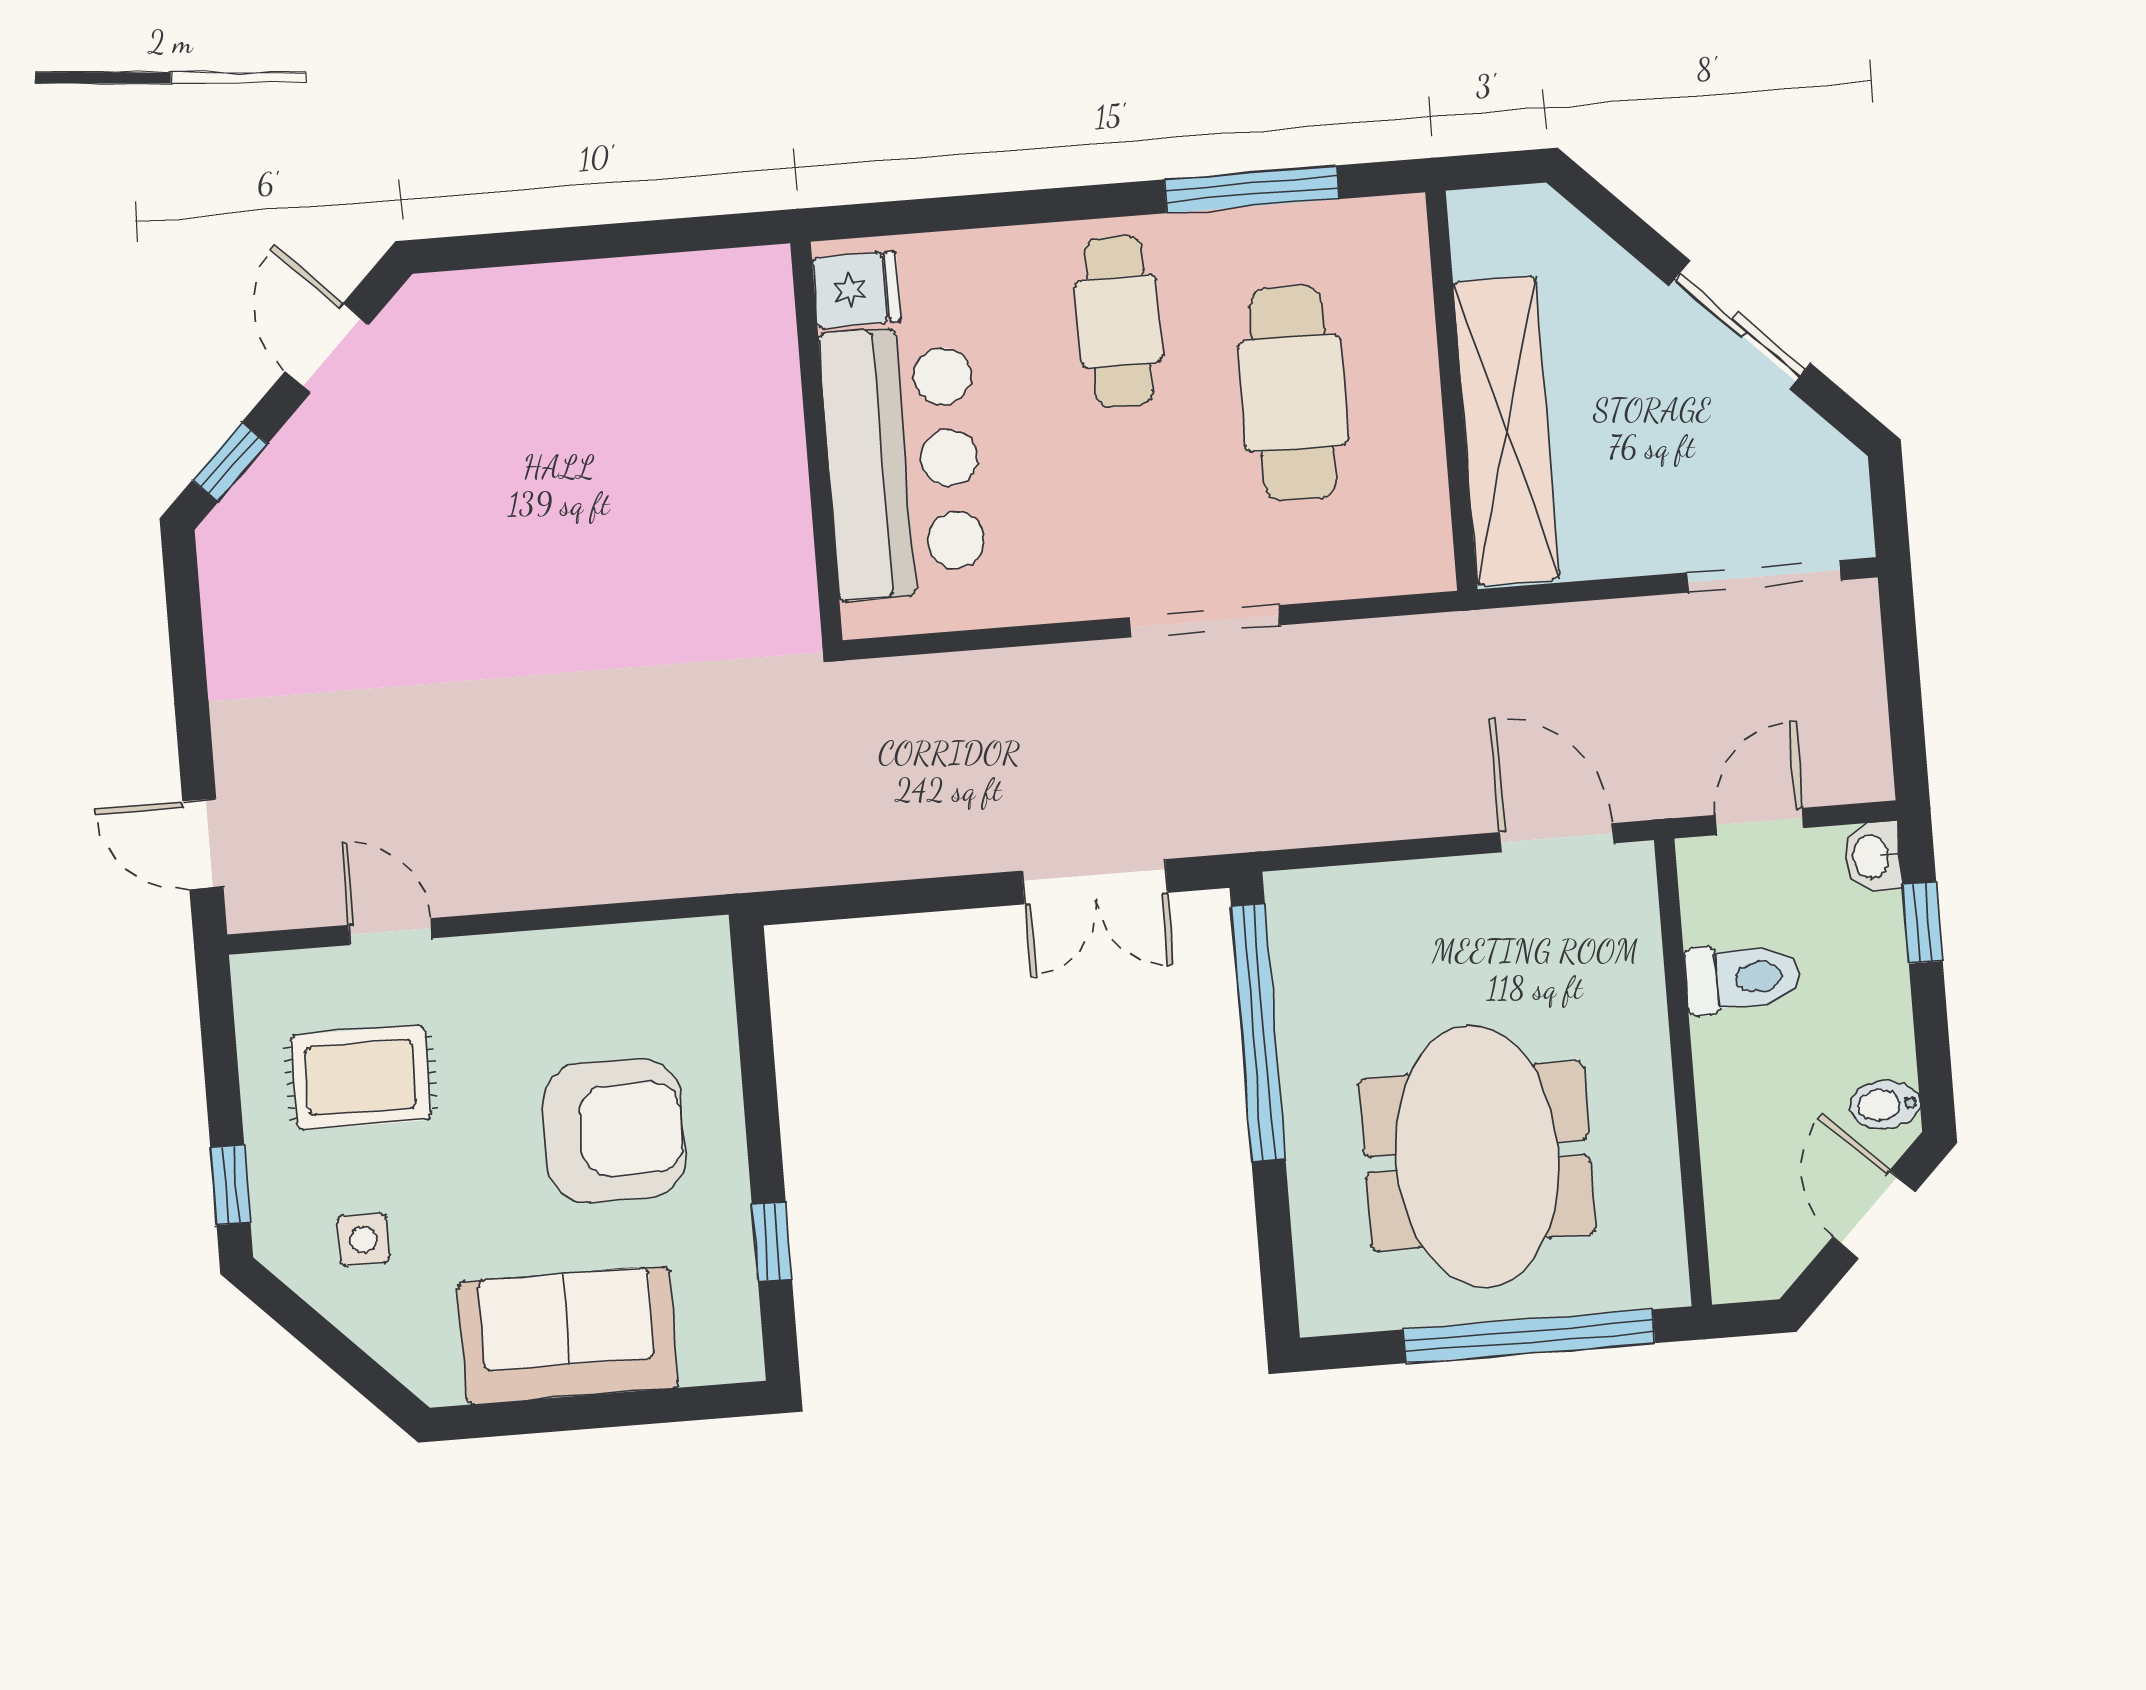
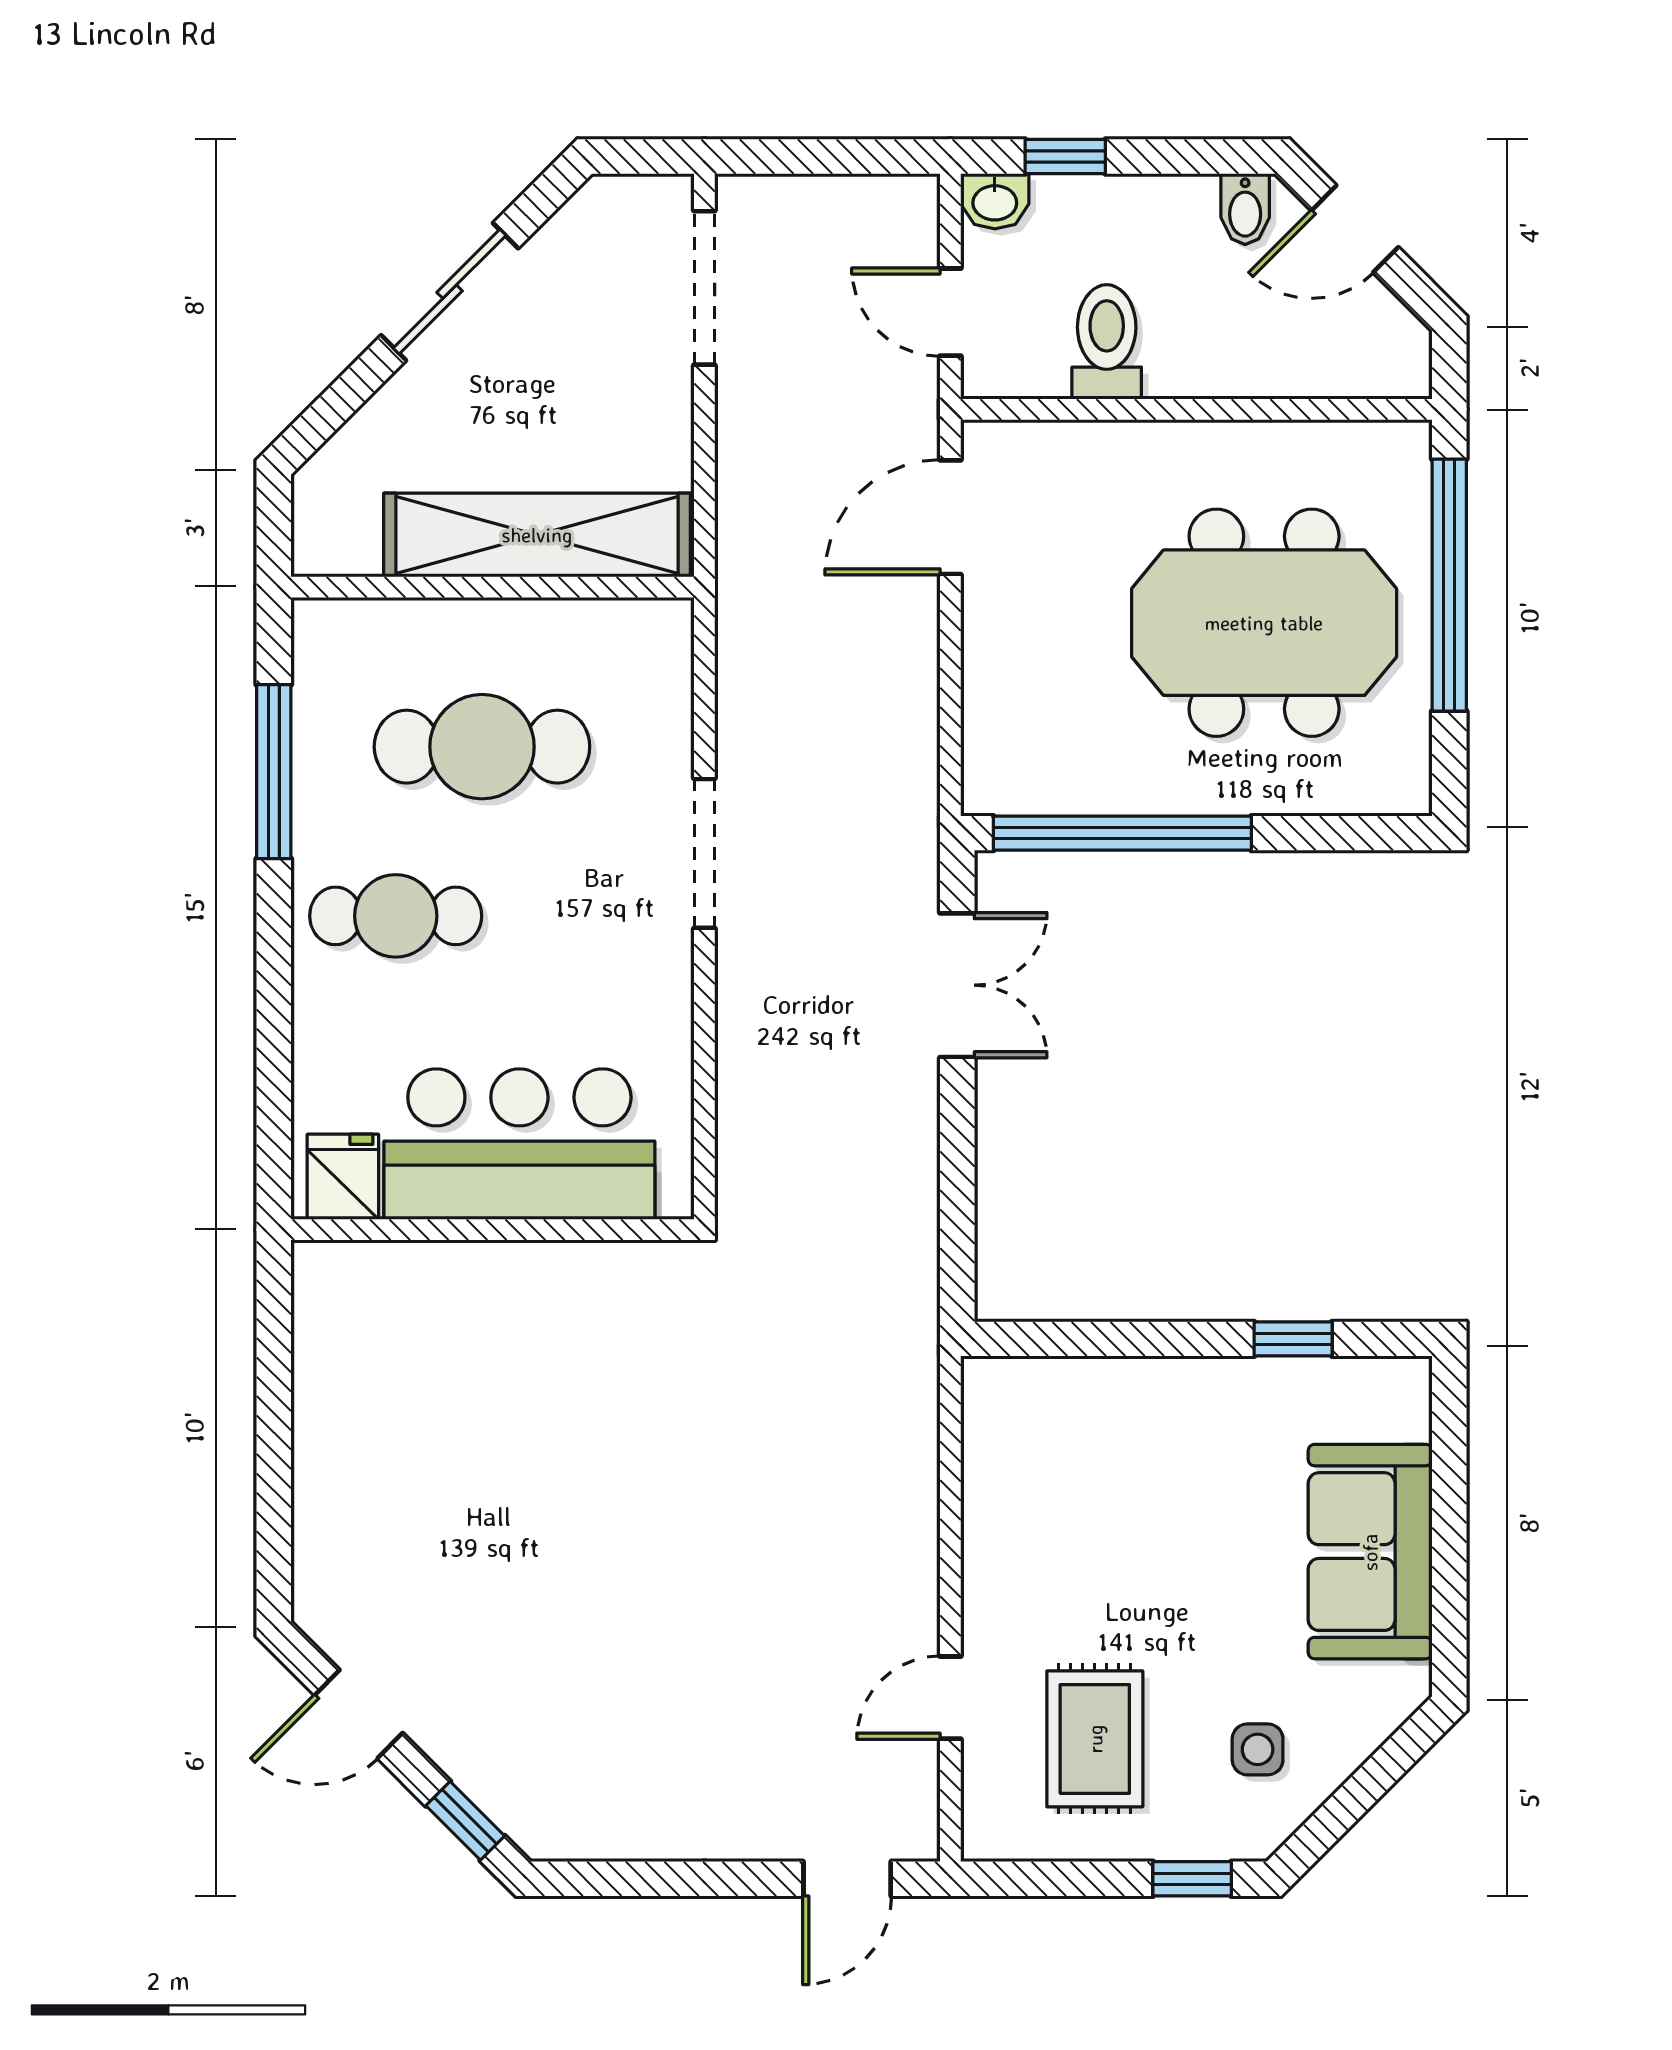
armchair: (614, 1130) -> (1168, 1488), removed

